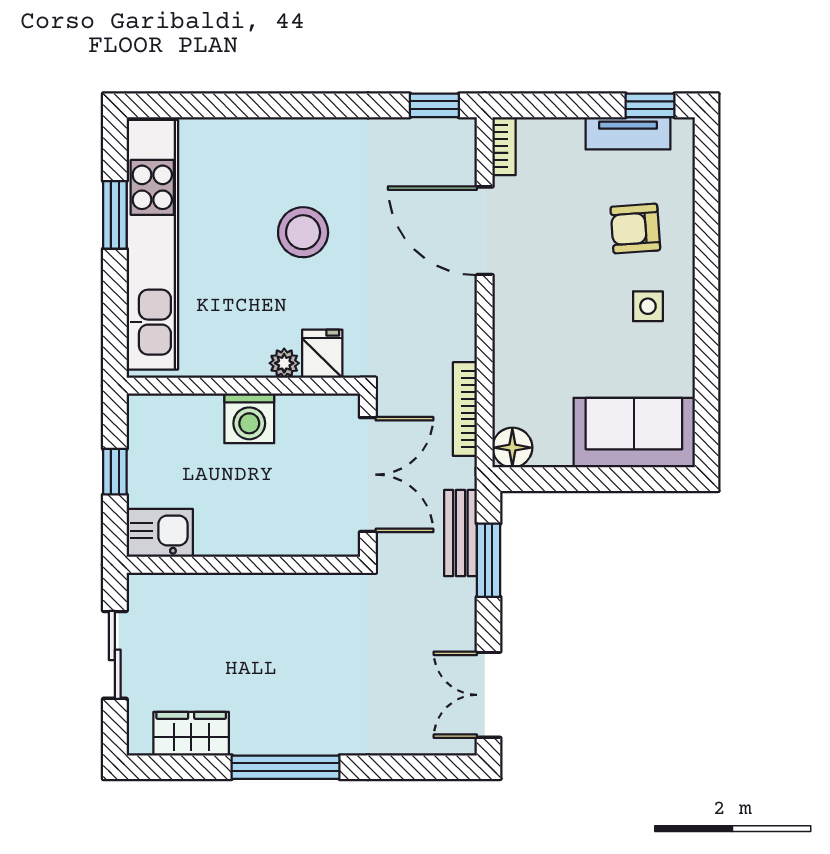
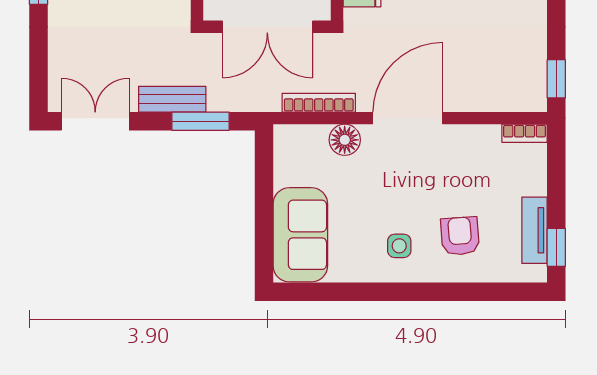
door: (485, 231) -> (408, 118), moved
floor lamp: (512, 448) -> (345, 140), moved
bench: (460, 533) -> (172, 99), moved

